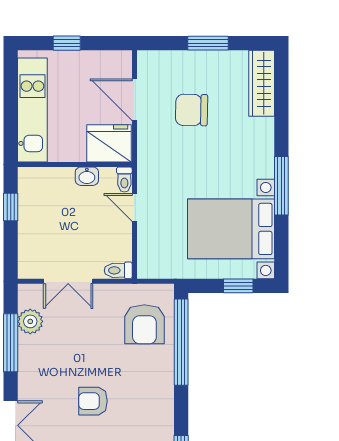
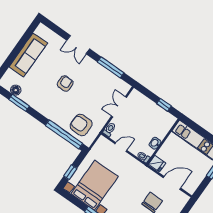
fridge: (109, 143) -> (157, 164), width x0.53, depth x0.75
door: (134, 207) -> (121, 147), moved
plant: (30, 321) -> (114, 81), removed

